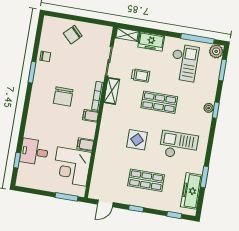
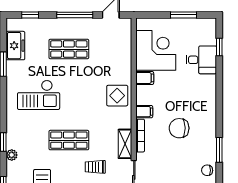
chair: (63, 97) -> (179, 128), turned -90
plant: (209, 108) -> (12, 155), moved
display table: (137, 140) -> (117, 96), moved
freezer: (191, 191) -> (15, 46), width x0.71
window: (67, 197) -> (184, 15), moved
window: (136, 209) -> (75, 15), width x2.17

